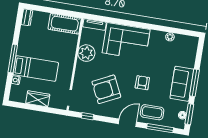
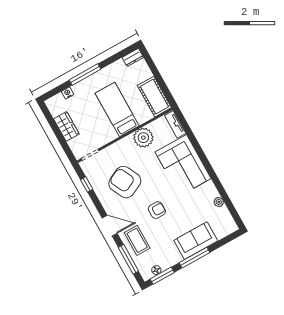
bed: (36, 69) -> (117, 109), moved, turned 180
sofa: (182, 84) -> (196, 241), moved

